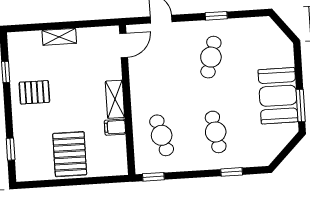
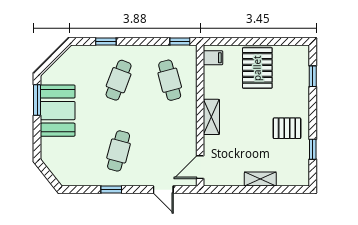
filing cabinet: (115, 127) -> (213, 58), moved
cafe table: (216, 132) -> (119, 80), turned 30

